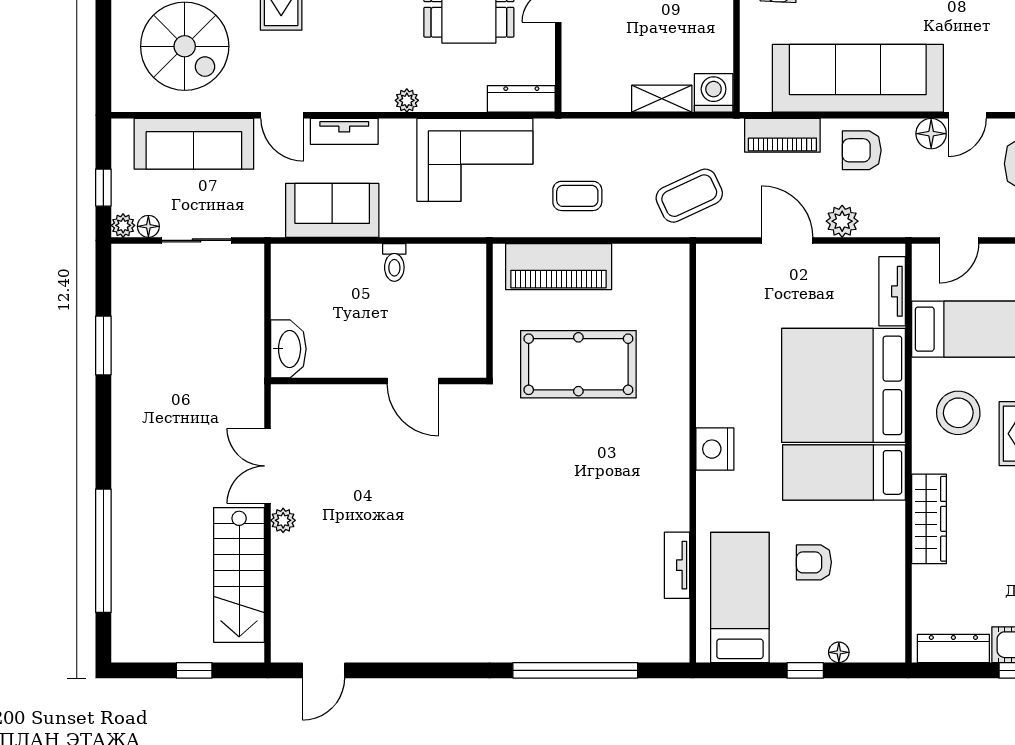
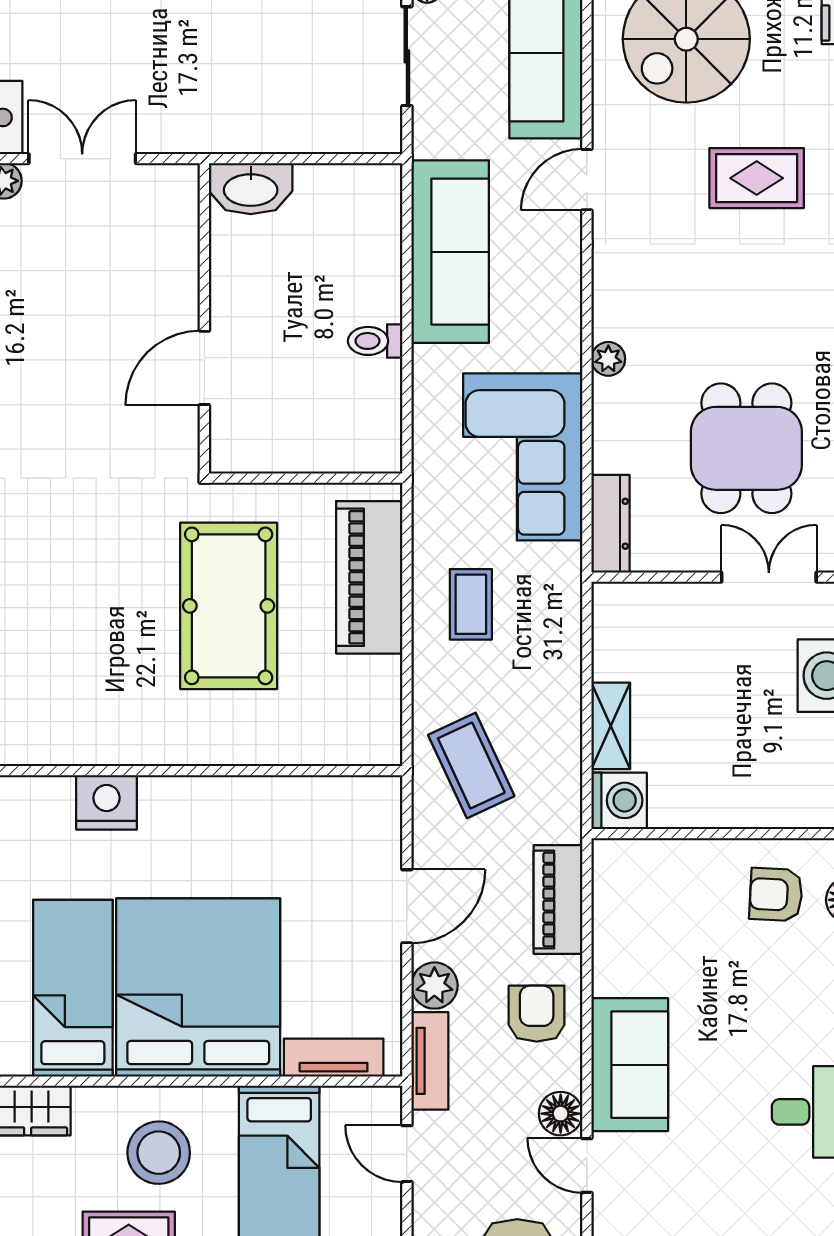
sofa: (858, 78) -> (630, 1065), width x0.54, depth x0.79
tv unit: (344, 131) -> (430, 1061), moved, turned 180
sofa: (332, 210) -> (450, 252), width x1.36

